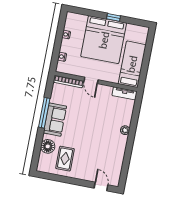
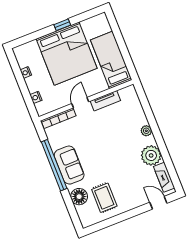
door: (91, 80) -> (80, 103), swing flipped
tv unit: (125, 93) -> (105, 101), moved
window: (44, 113) -> (54, 165), width x1.46
plant: (117, 150) -> (151, 155), added
fireplace: (117, 171) -> (164, 177), added

